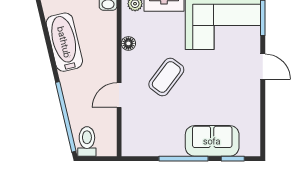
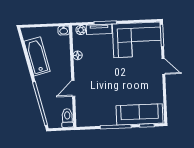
coffee table: (166, 77) -> (103, 76), removed
toilet: (87, 141) -> (67, 118), moved
sofa: (212, 141) -> (140, 114), width x1.36

